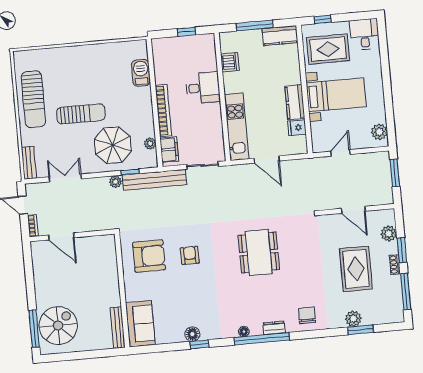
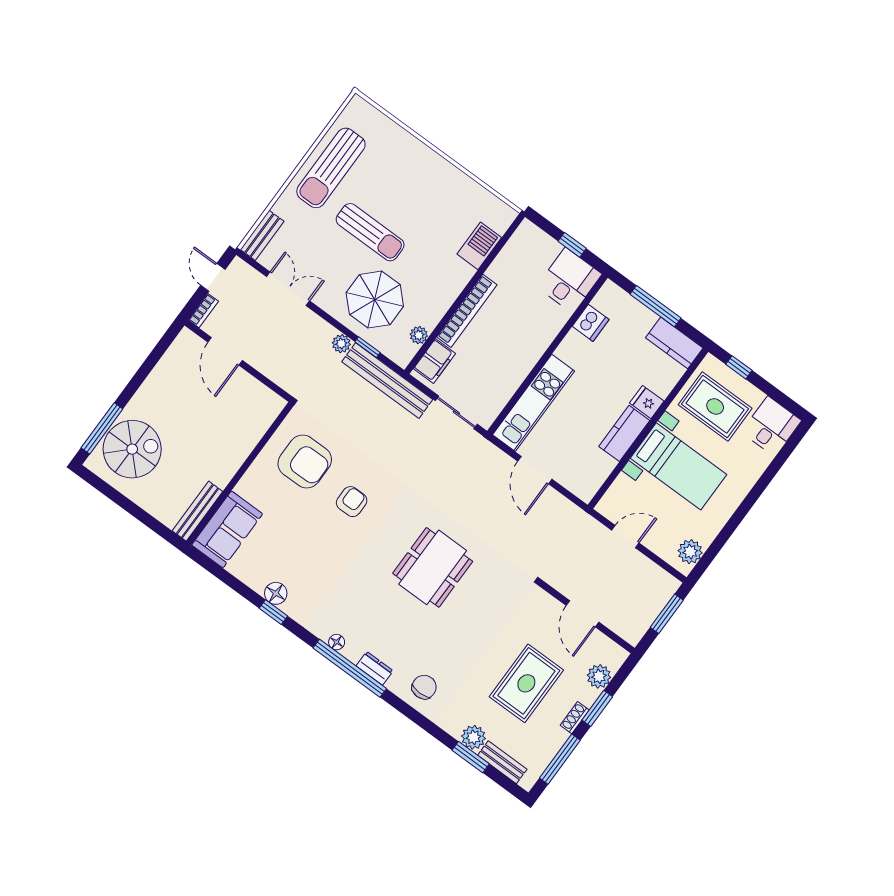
desk: (203, 88) -> (569, 280), moved, turned -90
fridge: (297, 128) -> (647, 402), moved
bench: (378, 318) -> (502, 762), added

